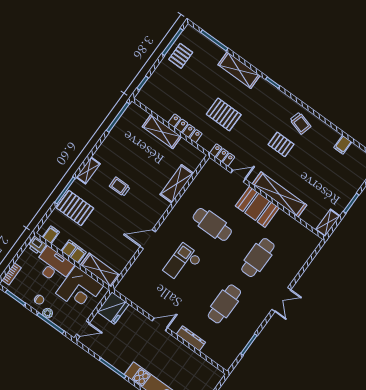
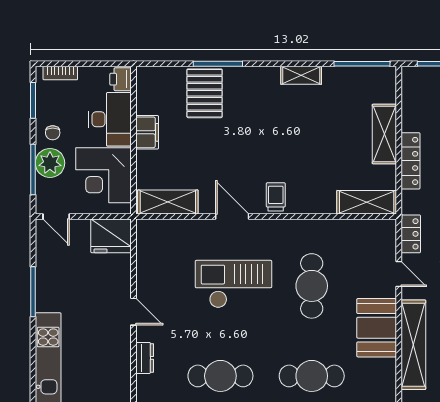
shelving: (88, 170) -> (301, 75), moved
shelving: (177, 184) -> (367, 202), moved
trolley: (120, 187) -> (276, 197), moved
filing cabinet: (51, 235) -> (148, 87), removed
checkout: (183, 263) -> (233, 284), width x1.36, depth x1.21
shelving: (100, 270) -> (168, 202), moved, turned 90
plant: (48, 313) -> (50, 163), width x1.87, depth x1.87
dresser: (191, 338) -> (145, 358), width x0.70

